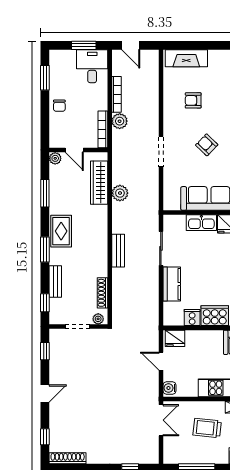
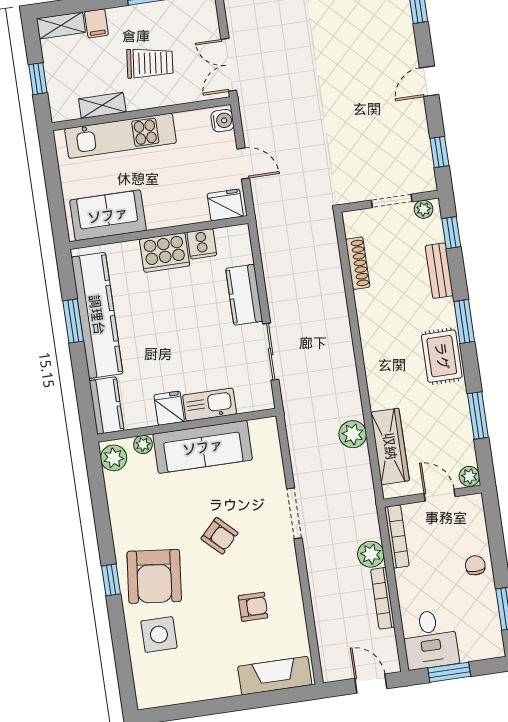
bench: (118, 251) -> (342, 338), removed
plant: (98, 319) -> (424, 209), moved

